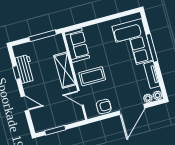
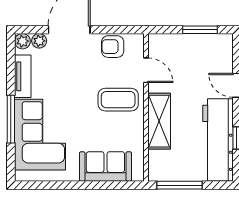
sofa: (77, 45) -> (105, 167), moved, turned 90
workbench: (25, 69) -> (218, 140), width x1.88, depth x1.32

